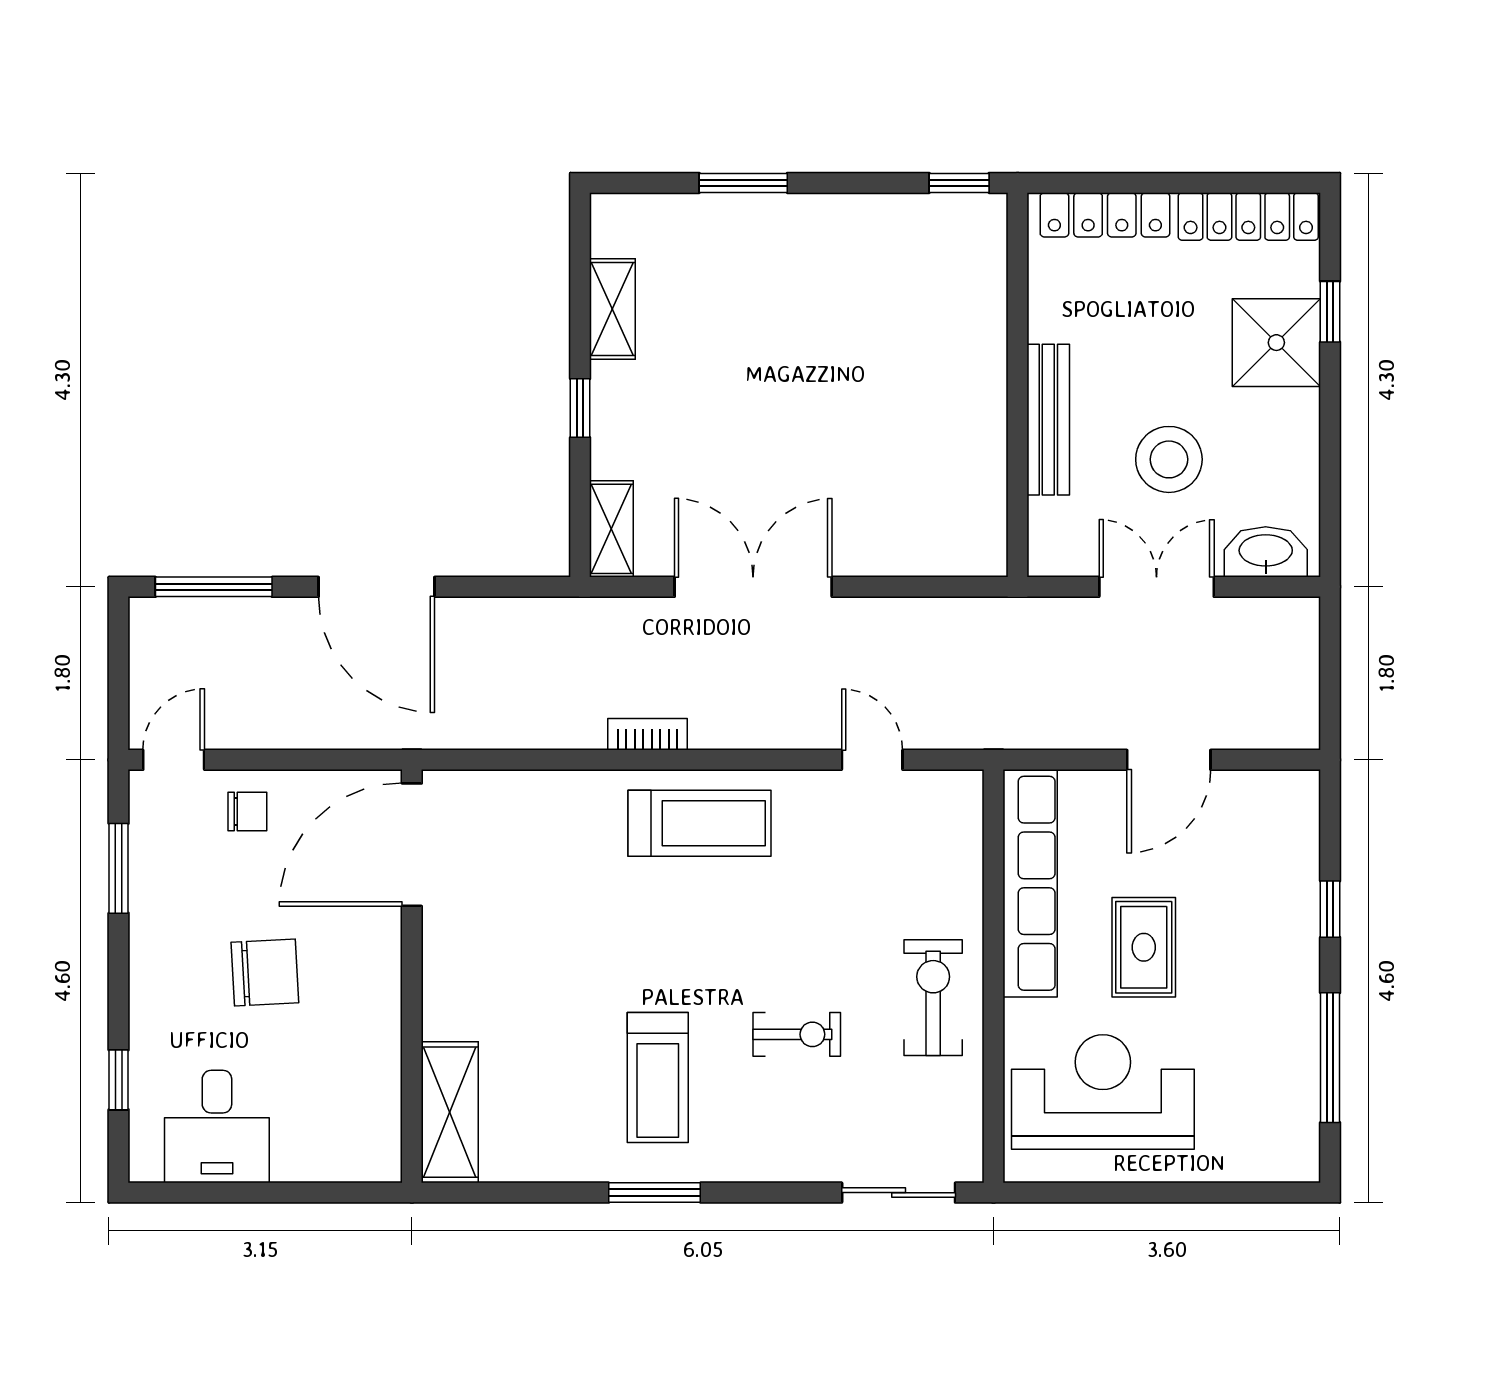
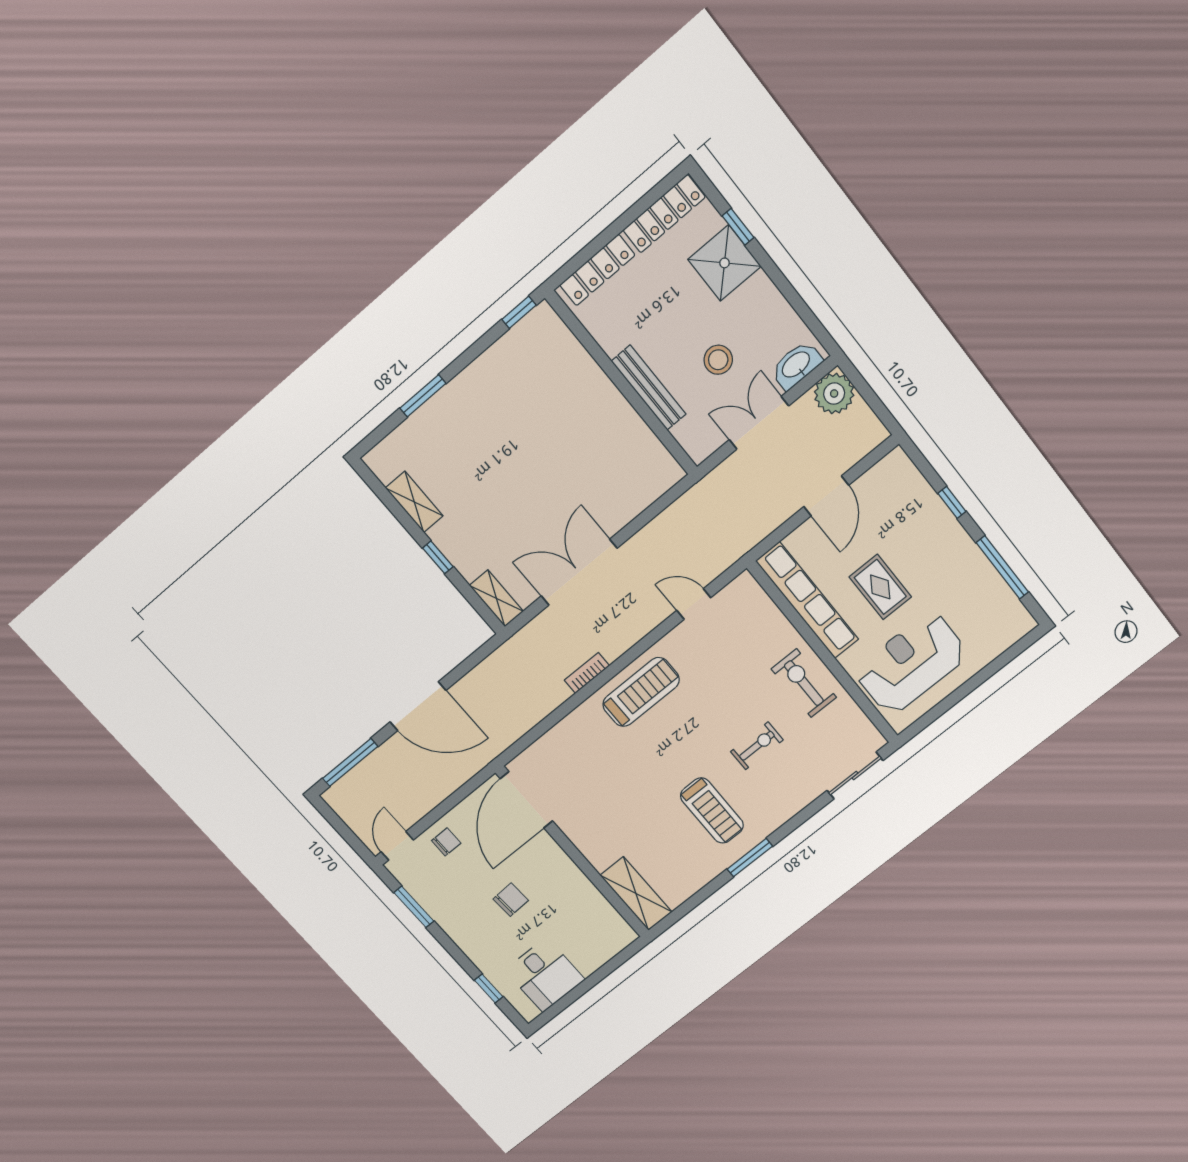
stool: (1169, 459) -> (718, 360), width x0.73, depth x0.73
plant: (1286, 631) -> (834, 394), added
chair: (265, 973) -> (511, 900), width x0.73, depth x0.73

